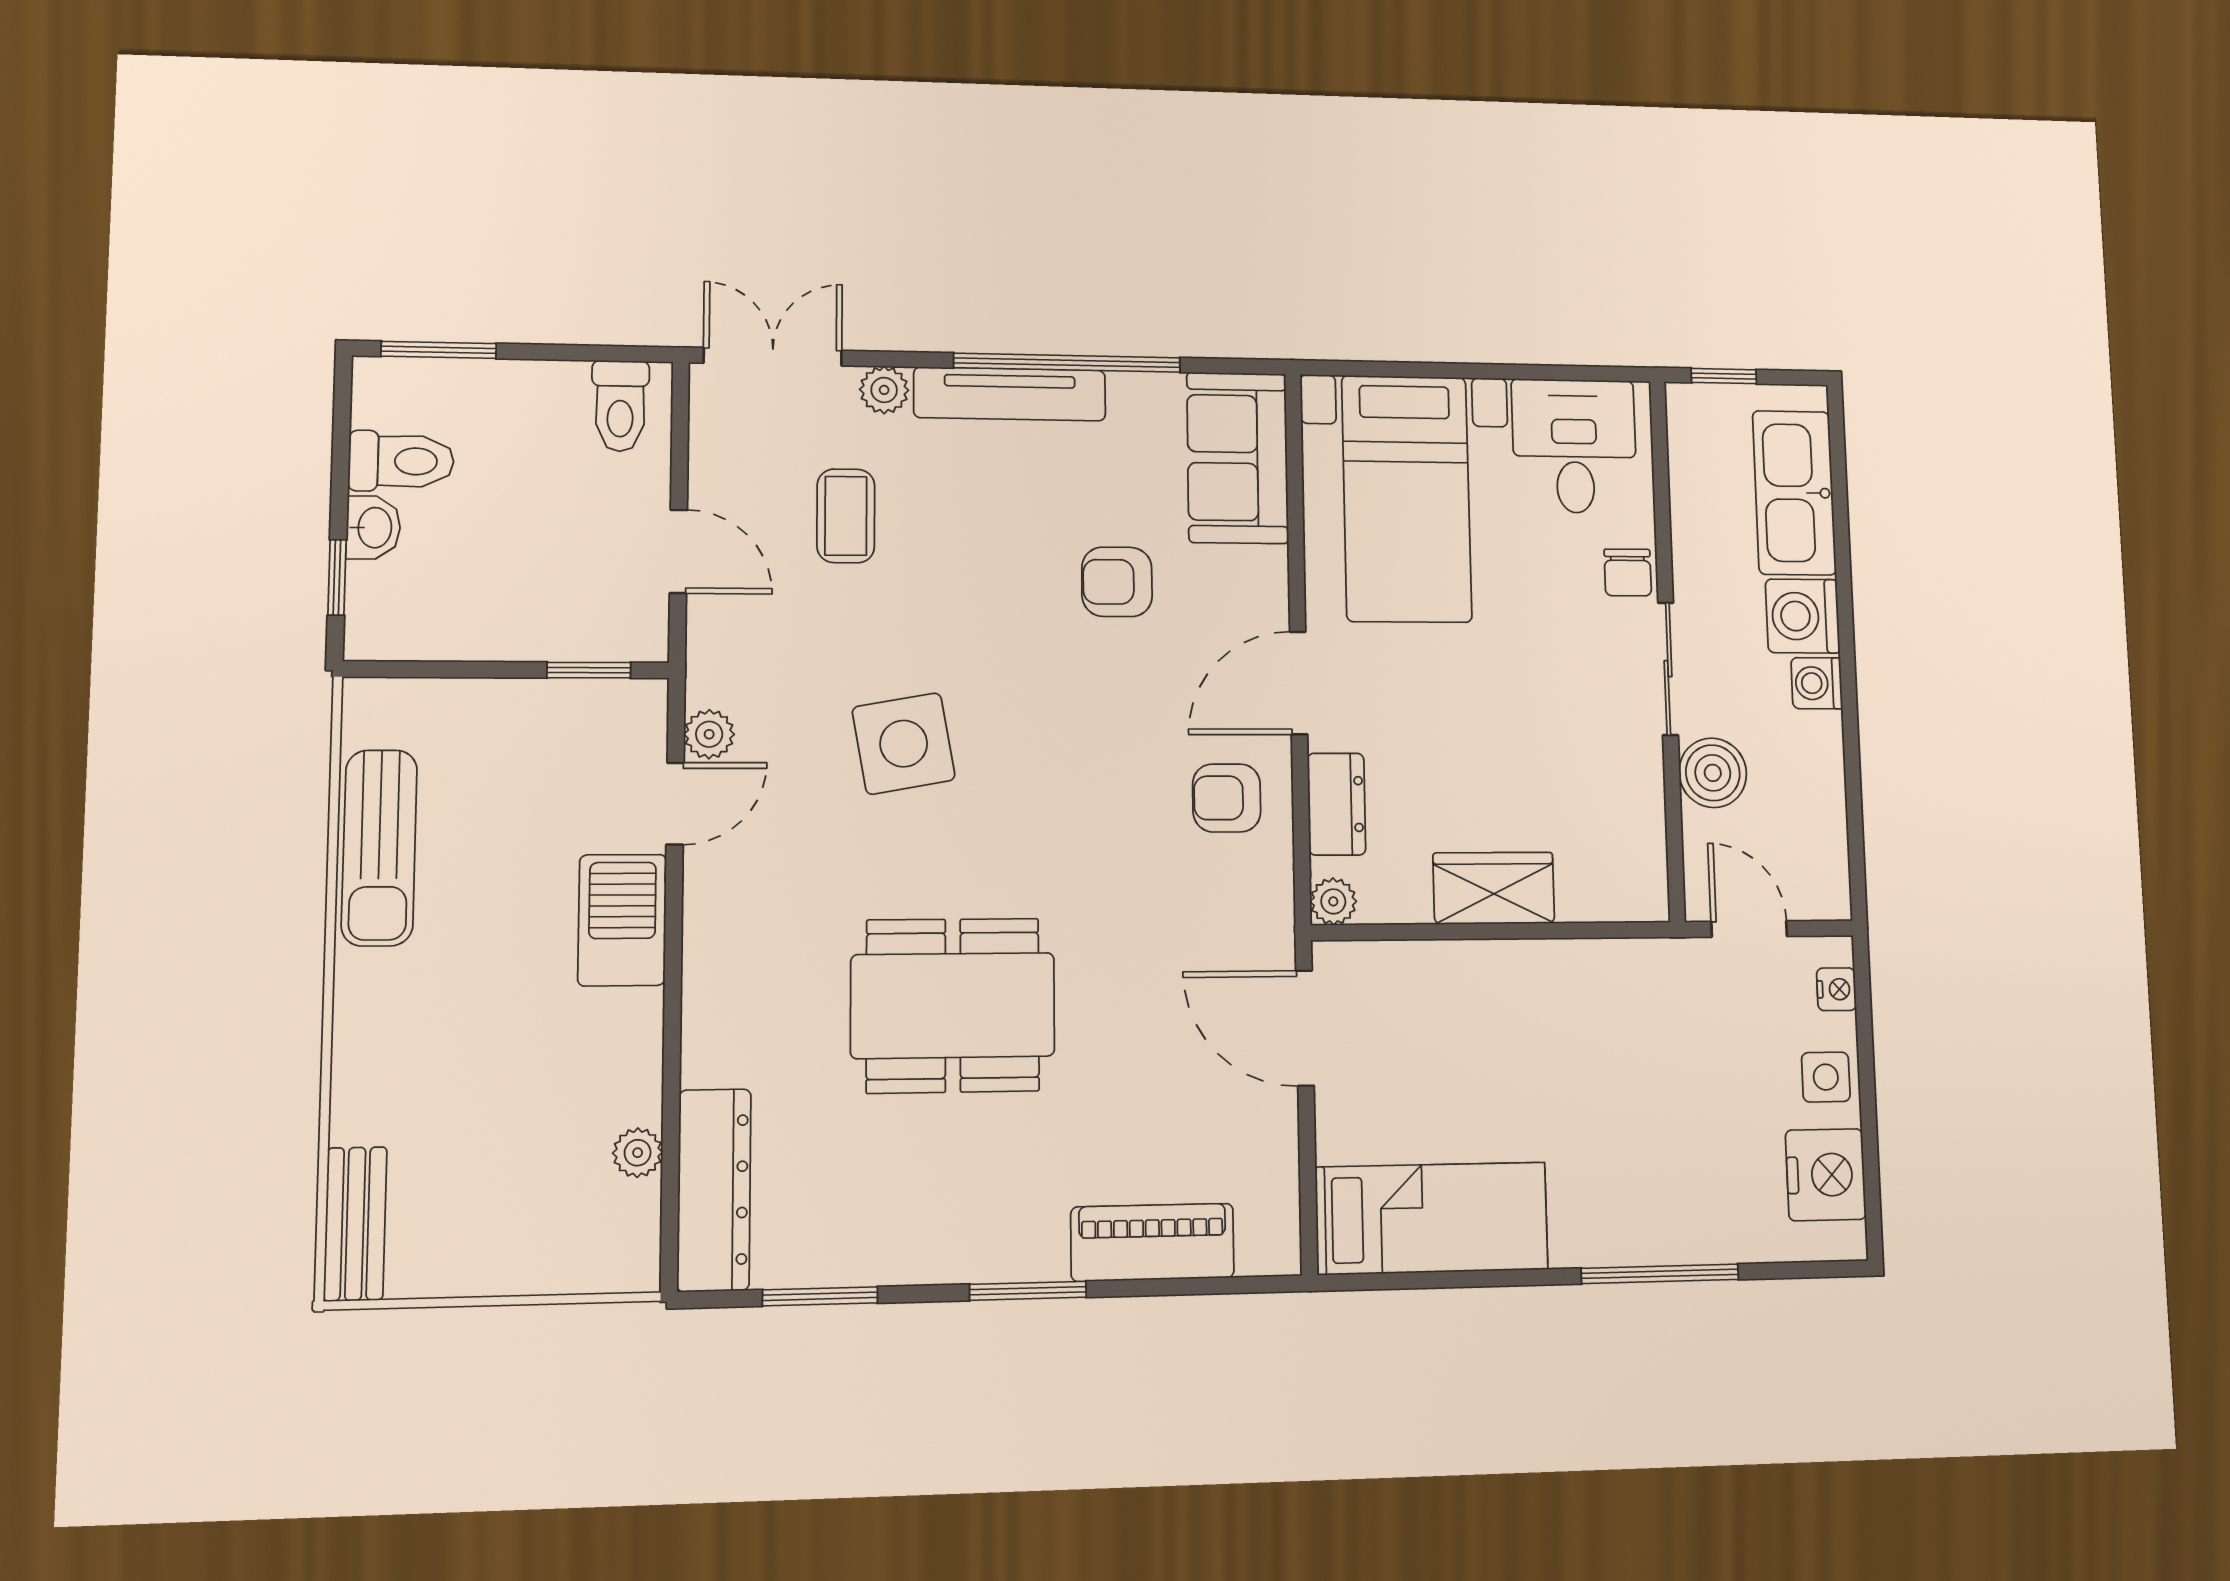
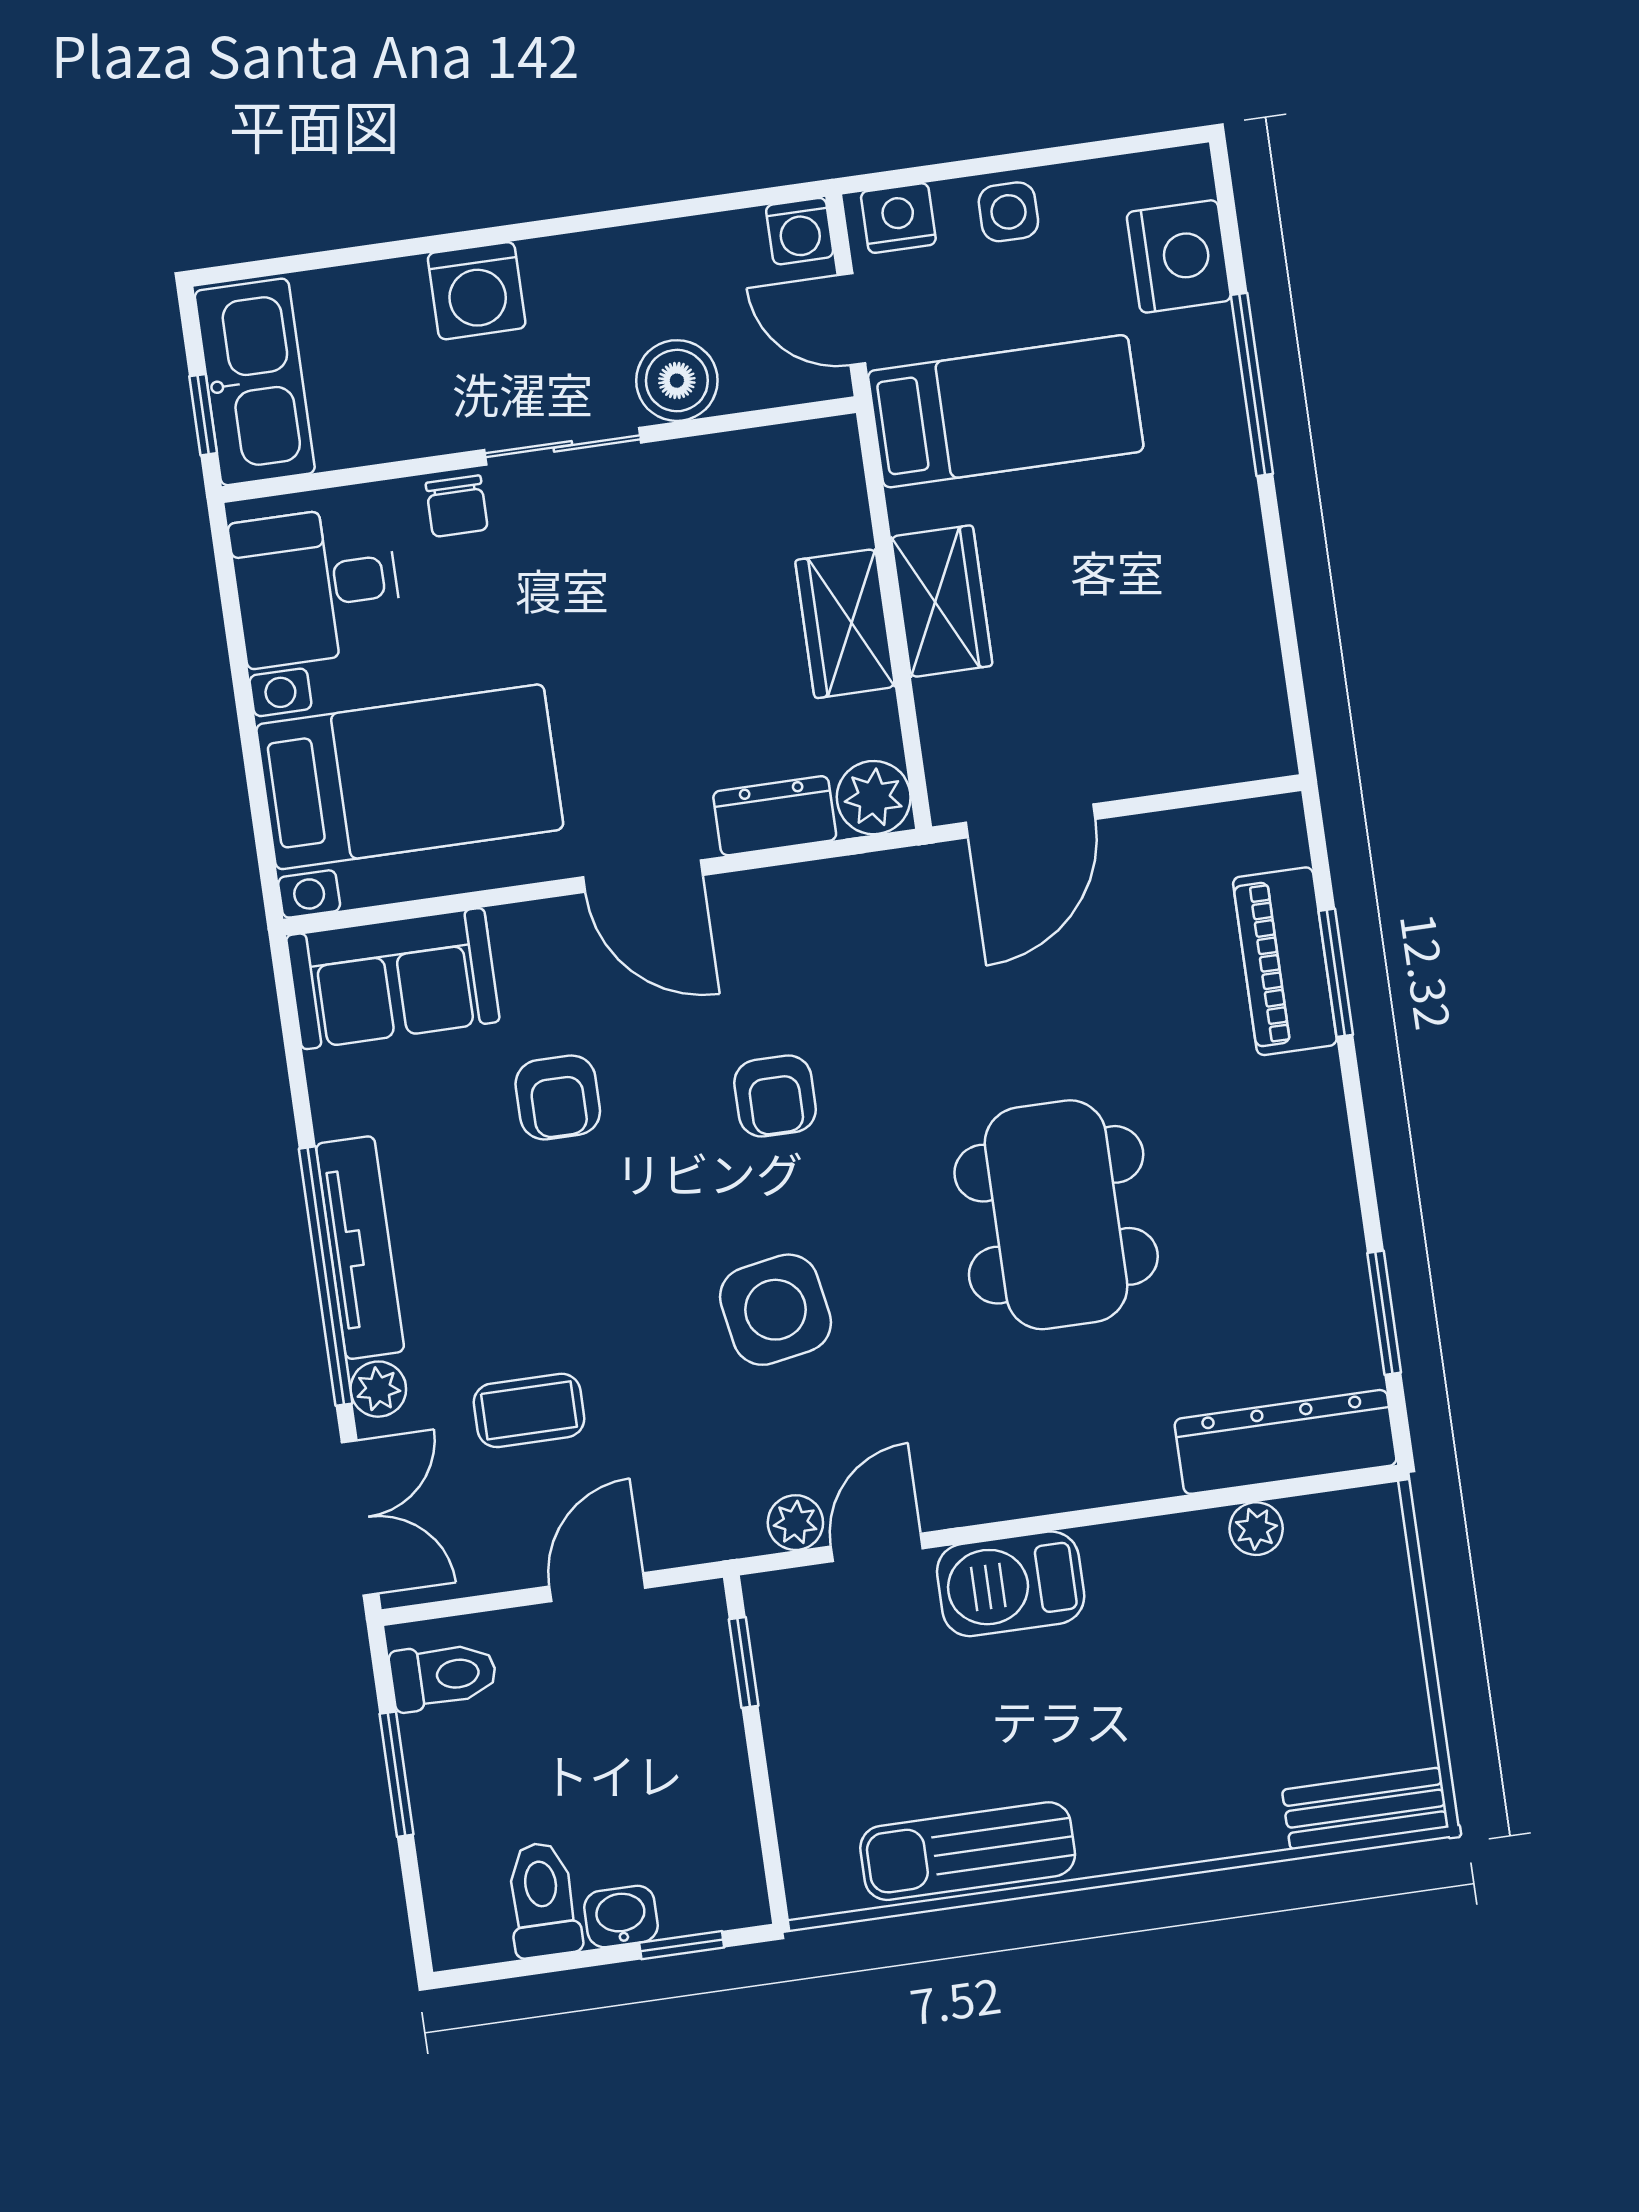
window: (439, 350) -> (397, 1774), moved
double door: (773, 357) -> (360, 1518), swing flipped
window: (1067, 363) -> (326, 1276), moved
kitchen sink: (1794, 493) -> (255, 382), moved, turned -90
chair: (1628, 572) -> (457, 506), turned 90
washing machine: (1817, 683) -> (800, 231), moved
armchair: (1227, 798) -> (775, 1096), moved
door: (675, 804) -> (877, 1547), hinge flipped
sun lounger: (379, 848) -> (968, 1851), turned 180
plant: (1333, 901) -> (874, 798), width x1.38, depth x1.38
door: (1749, 929) -> (851, 319), hinge flipped
wardrobe: (1504, 975) -> (942, 601), added
nightstand: (1836, 989) -> (898, 218), width x1.39, depth x1.35
nightstand: (1826, 1175) -> (1179, 256), moved, turned 90
bed: (1432, 1218) -> (1006, 411), moved, turned 90
window: (1028, 1291) -> (1336, 973), moved

